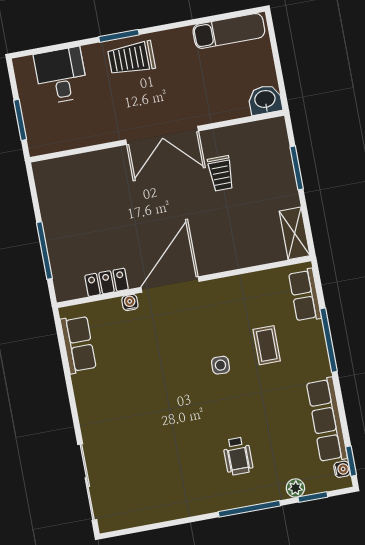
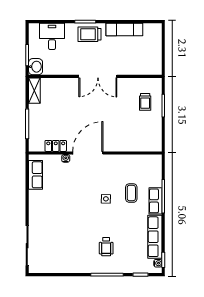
exam couch: (229, 31) -> (124, 30), moved
washbasin: (265, 100) -> (36, 67), moved, turned 90
trolley: (221, 173) -> (145, 102), moved
shelving: (295, 233) -> (34, 91), moved
row of seats: (305, 295) -> (155, 201), moved
plant: (295, 488) -> (132, 268), removed

